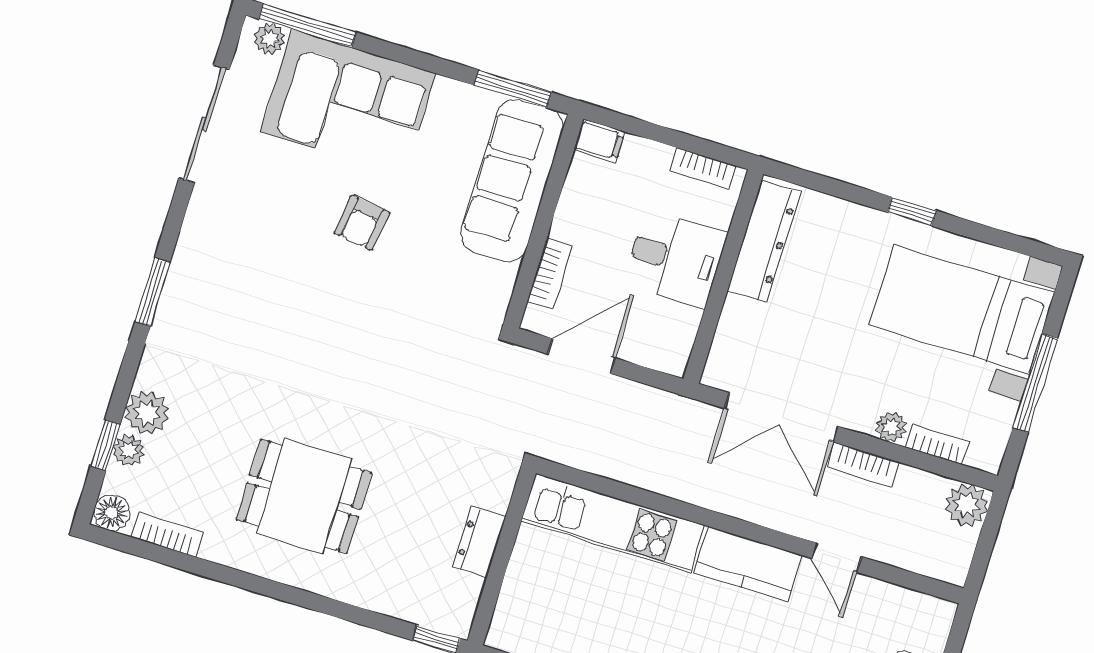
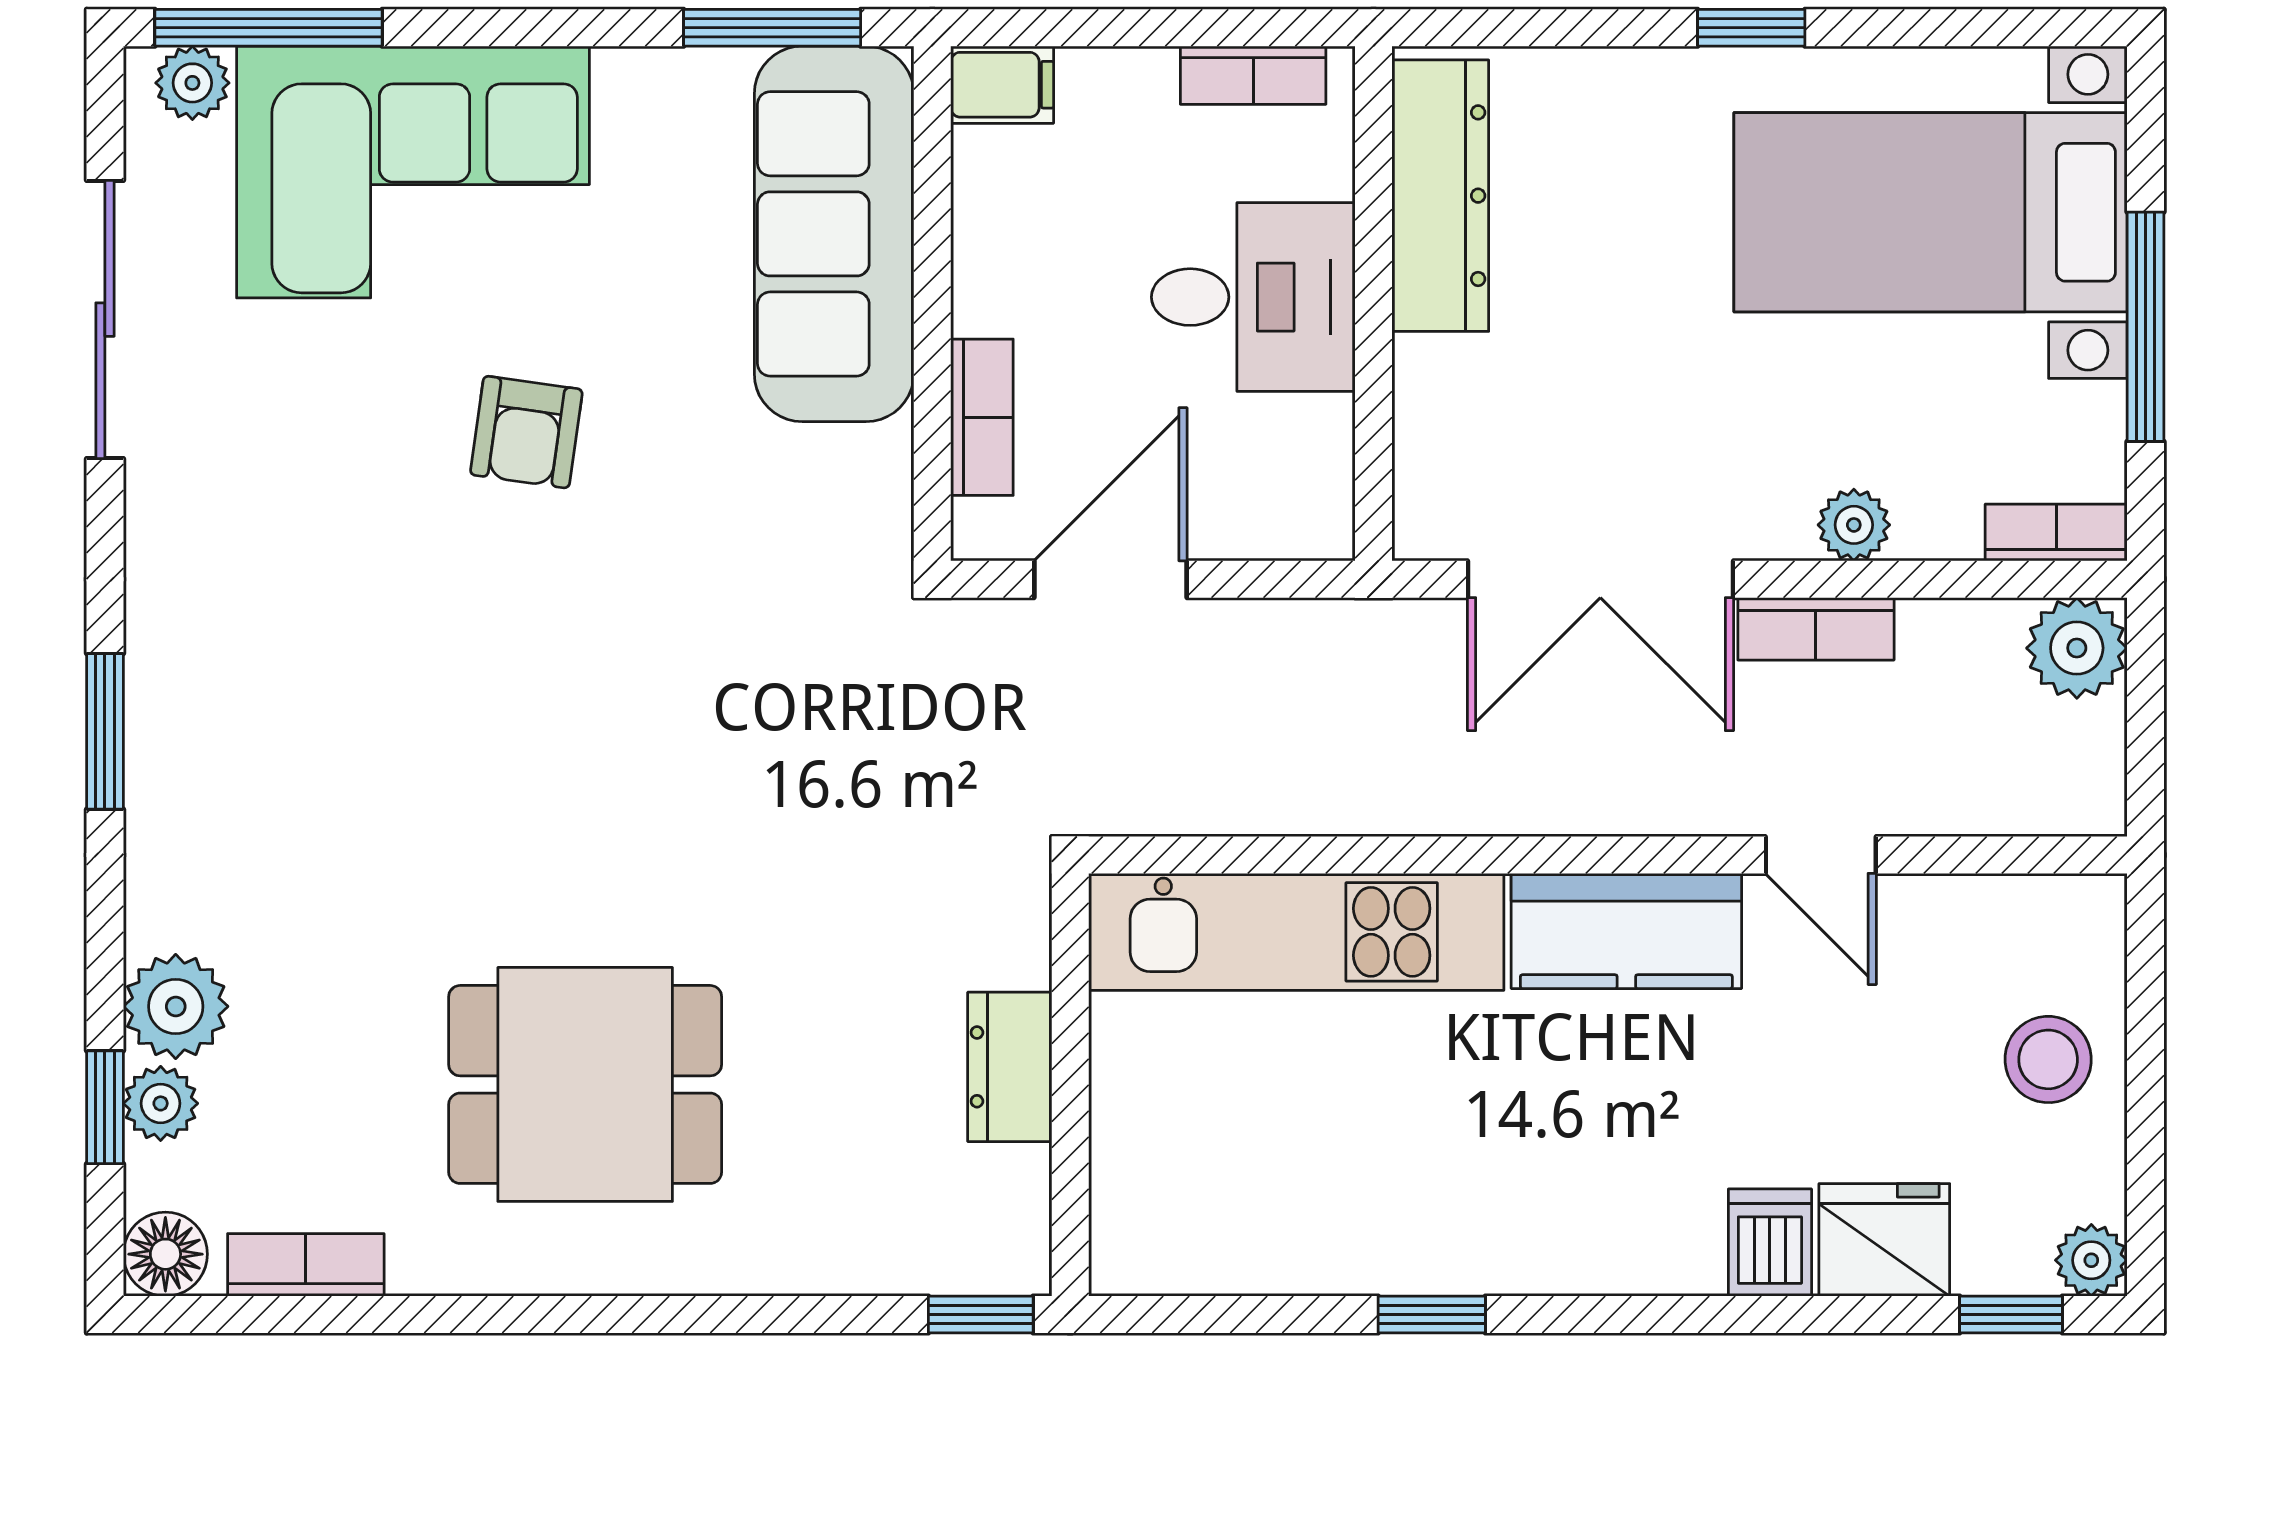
bookcase: (937, 444) -> (2056, 532), moved

